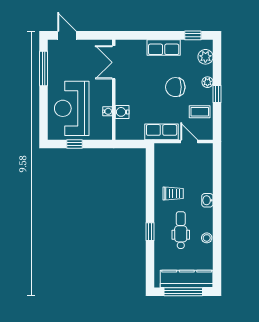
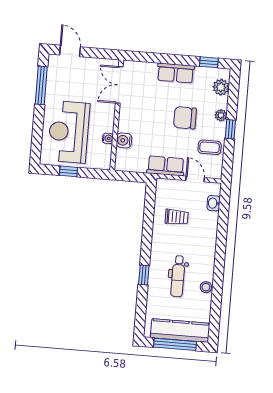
trolley: (173, 193) -> (177, 217), moved
washbasin: (207, 200) -> (214, 203), moved
dental chair: (181, 230) -> (178, 276), turned 180

